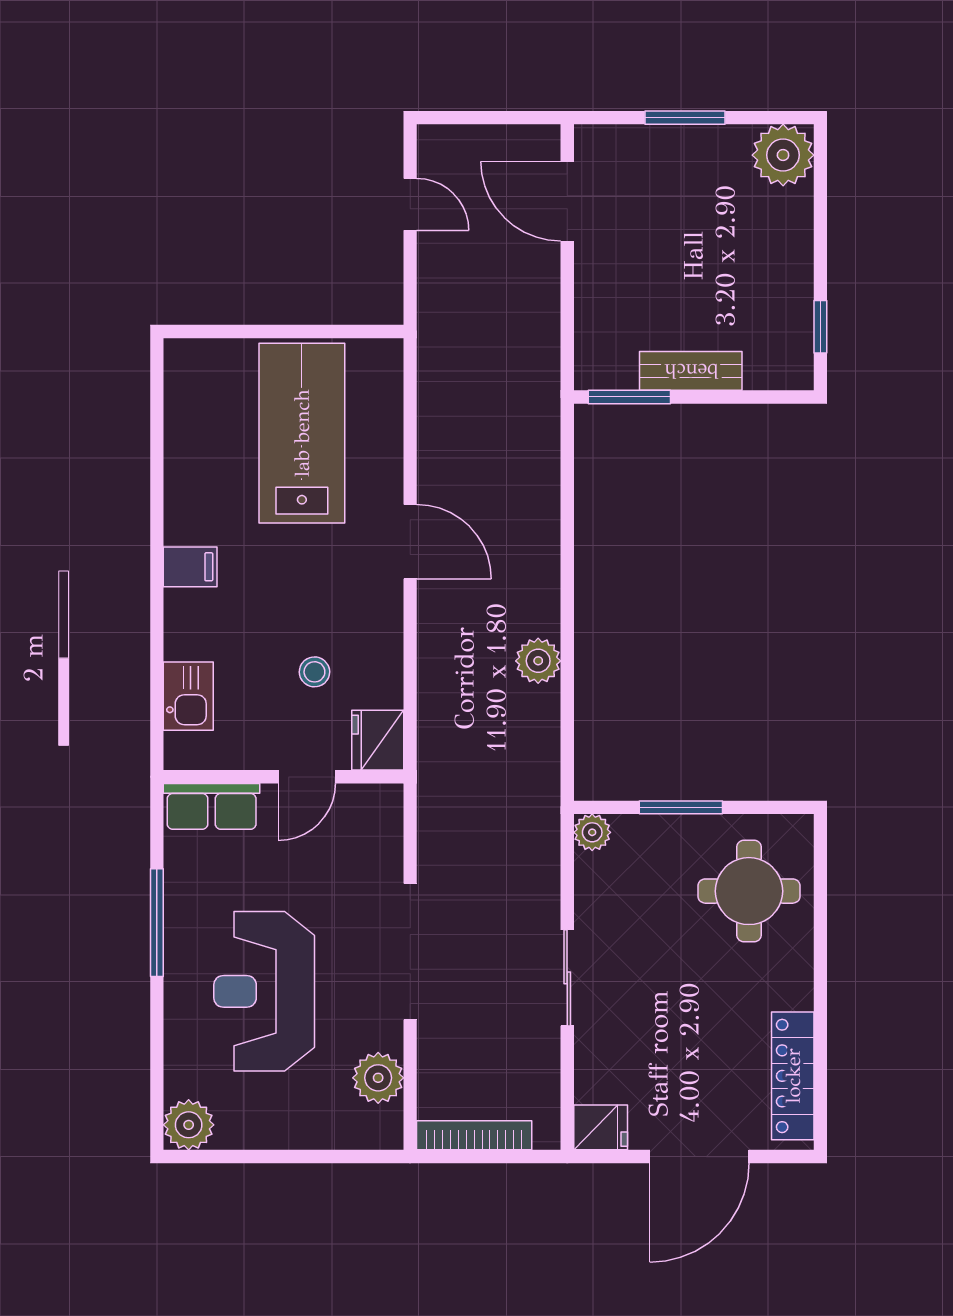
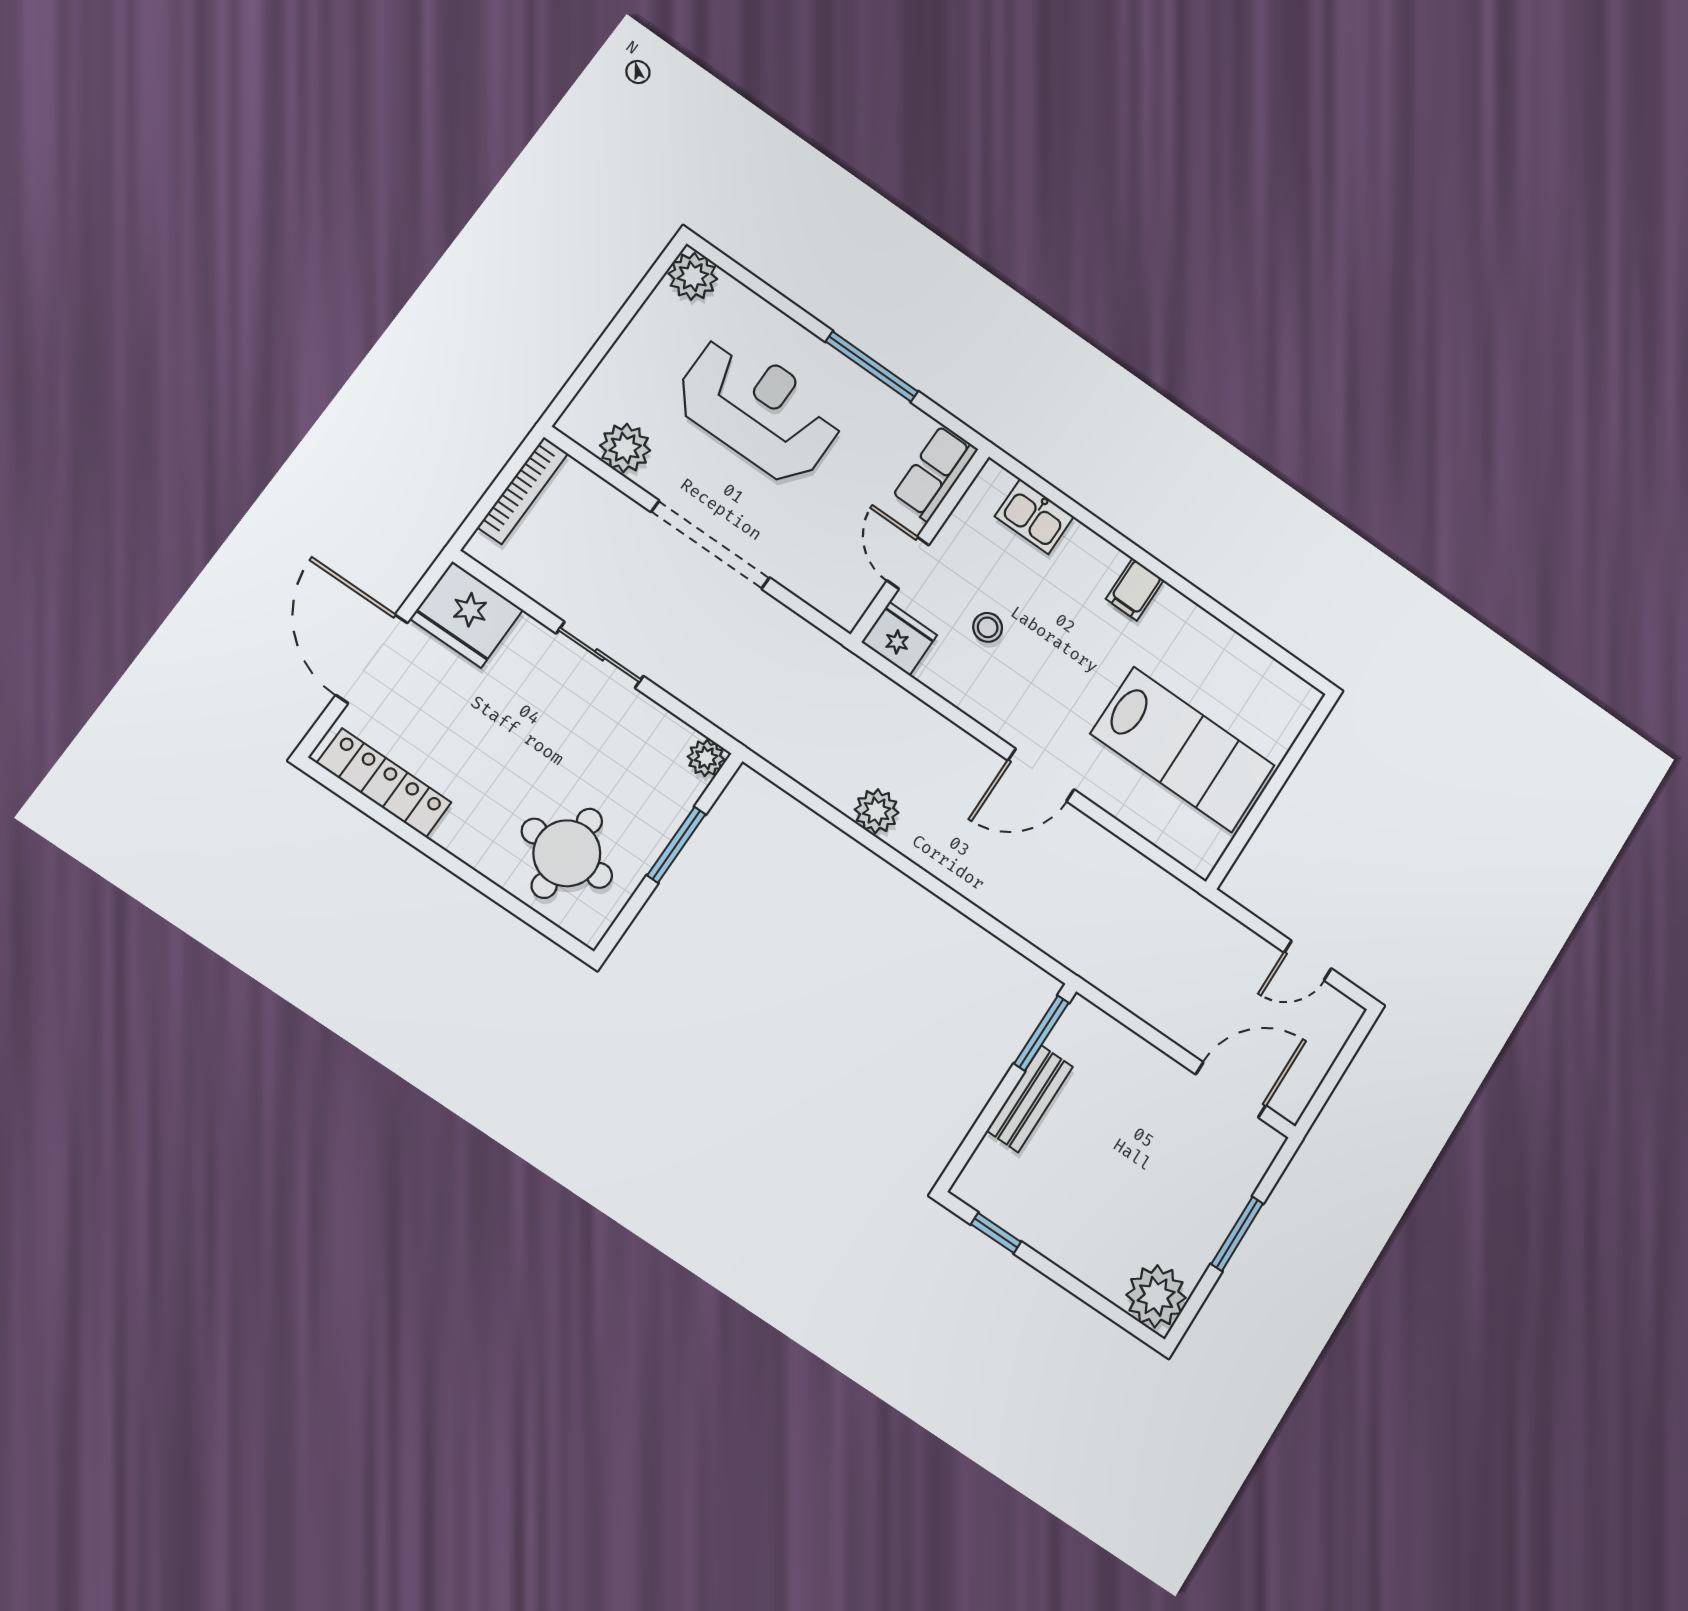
fridge: (601, 1127) -> (467, 614), width x1.88, depth x1.34

